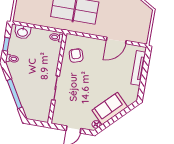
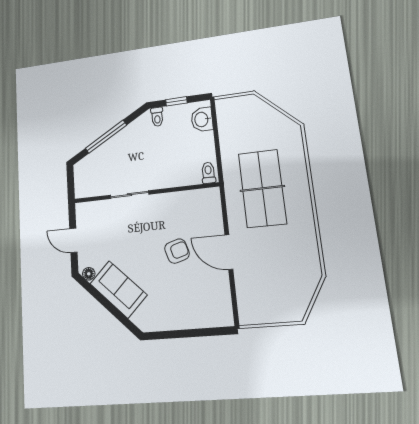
door: (116, 40) -> (229, 252), moved
armchair: (76, 55) -> (177, 251), moved
tv unit: (138, 68) -> (195, 321), removed

